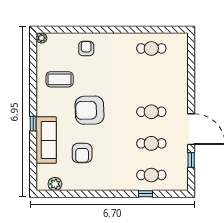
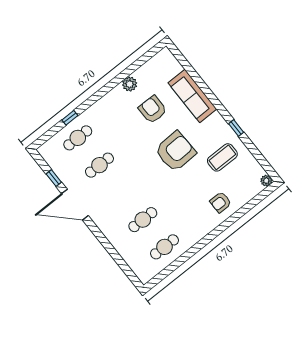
armchair: (86, 49) -> (221, 202), turned 90
cafe table: (151, 112) -> (143, 220), moved
window: (33, 124) -> (236, 128), moved
plant: (55, 184) -> (130, 84), moved

